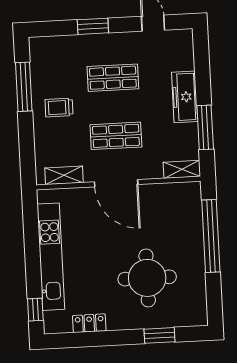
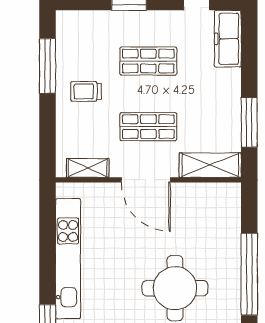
freezer: (185, 97) -> (228, 39), moved
shelving: (182, 169) -> (210, 165), width x1.50, depth x1.33
window: (211, 236) -> (249, 274), moved

